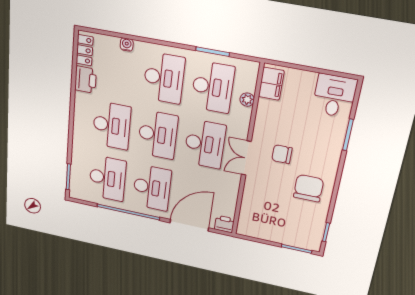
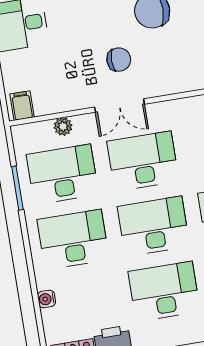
filing cabinet: (271, 84) -> (22, 106), width x0.50
chair: (282, 154) -> (119, 60), turned -90
double door: (246, 158) -> (120, 106), moved

